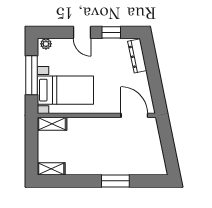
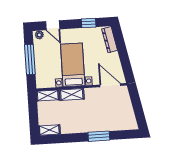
door: (82, 32) -> (53, 25), moved
bed with nightstands: (65, 90) -> (73, 65), moved, turned -90
shelving: (83, 124) -> (72, 94), added

